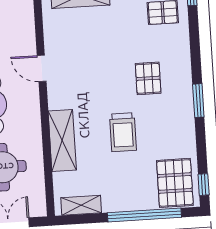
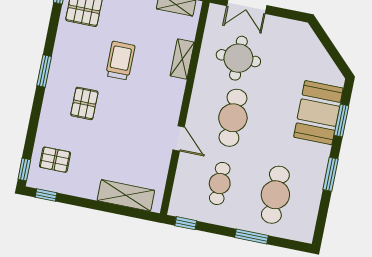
shelving: (62, 141) -> (182, 59), width x0.67, depth x0.75

